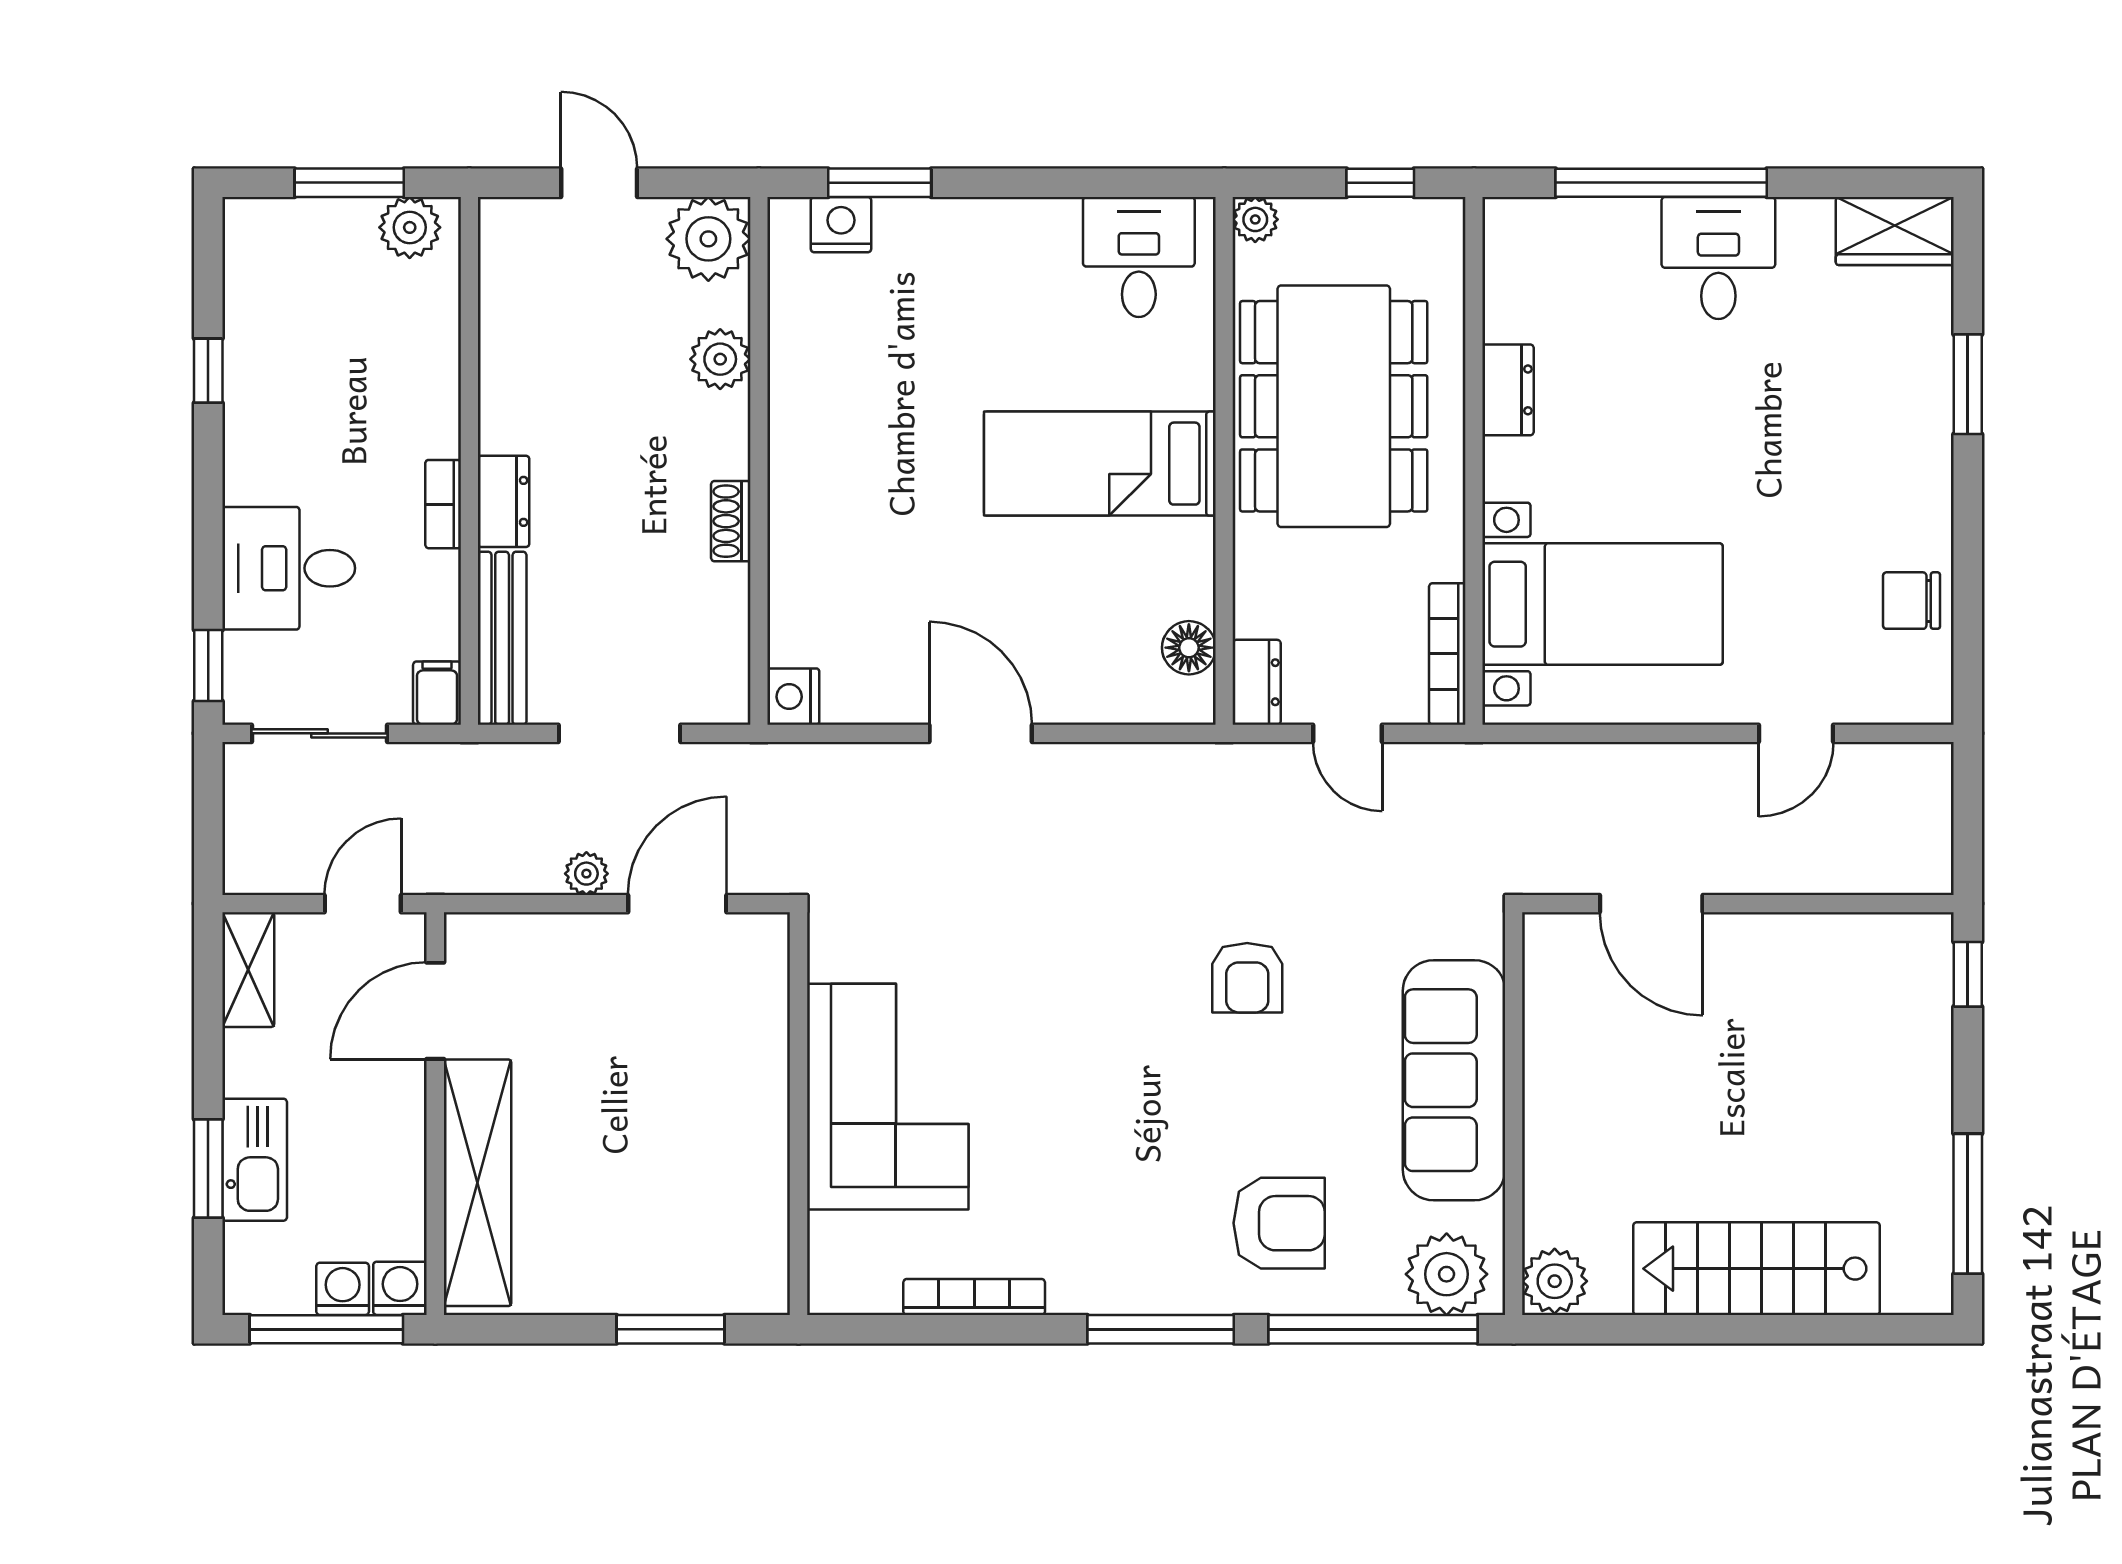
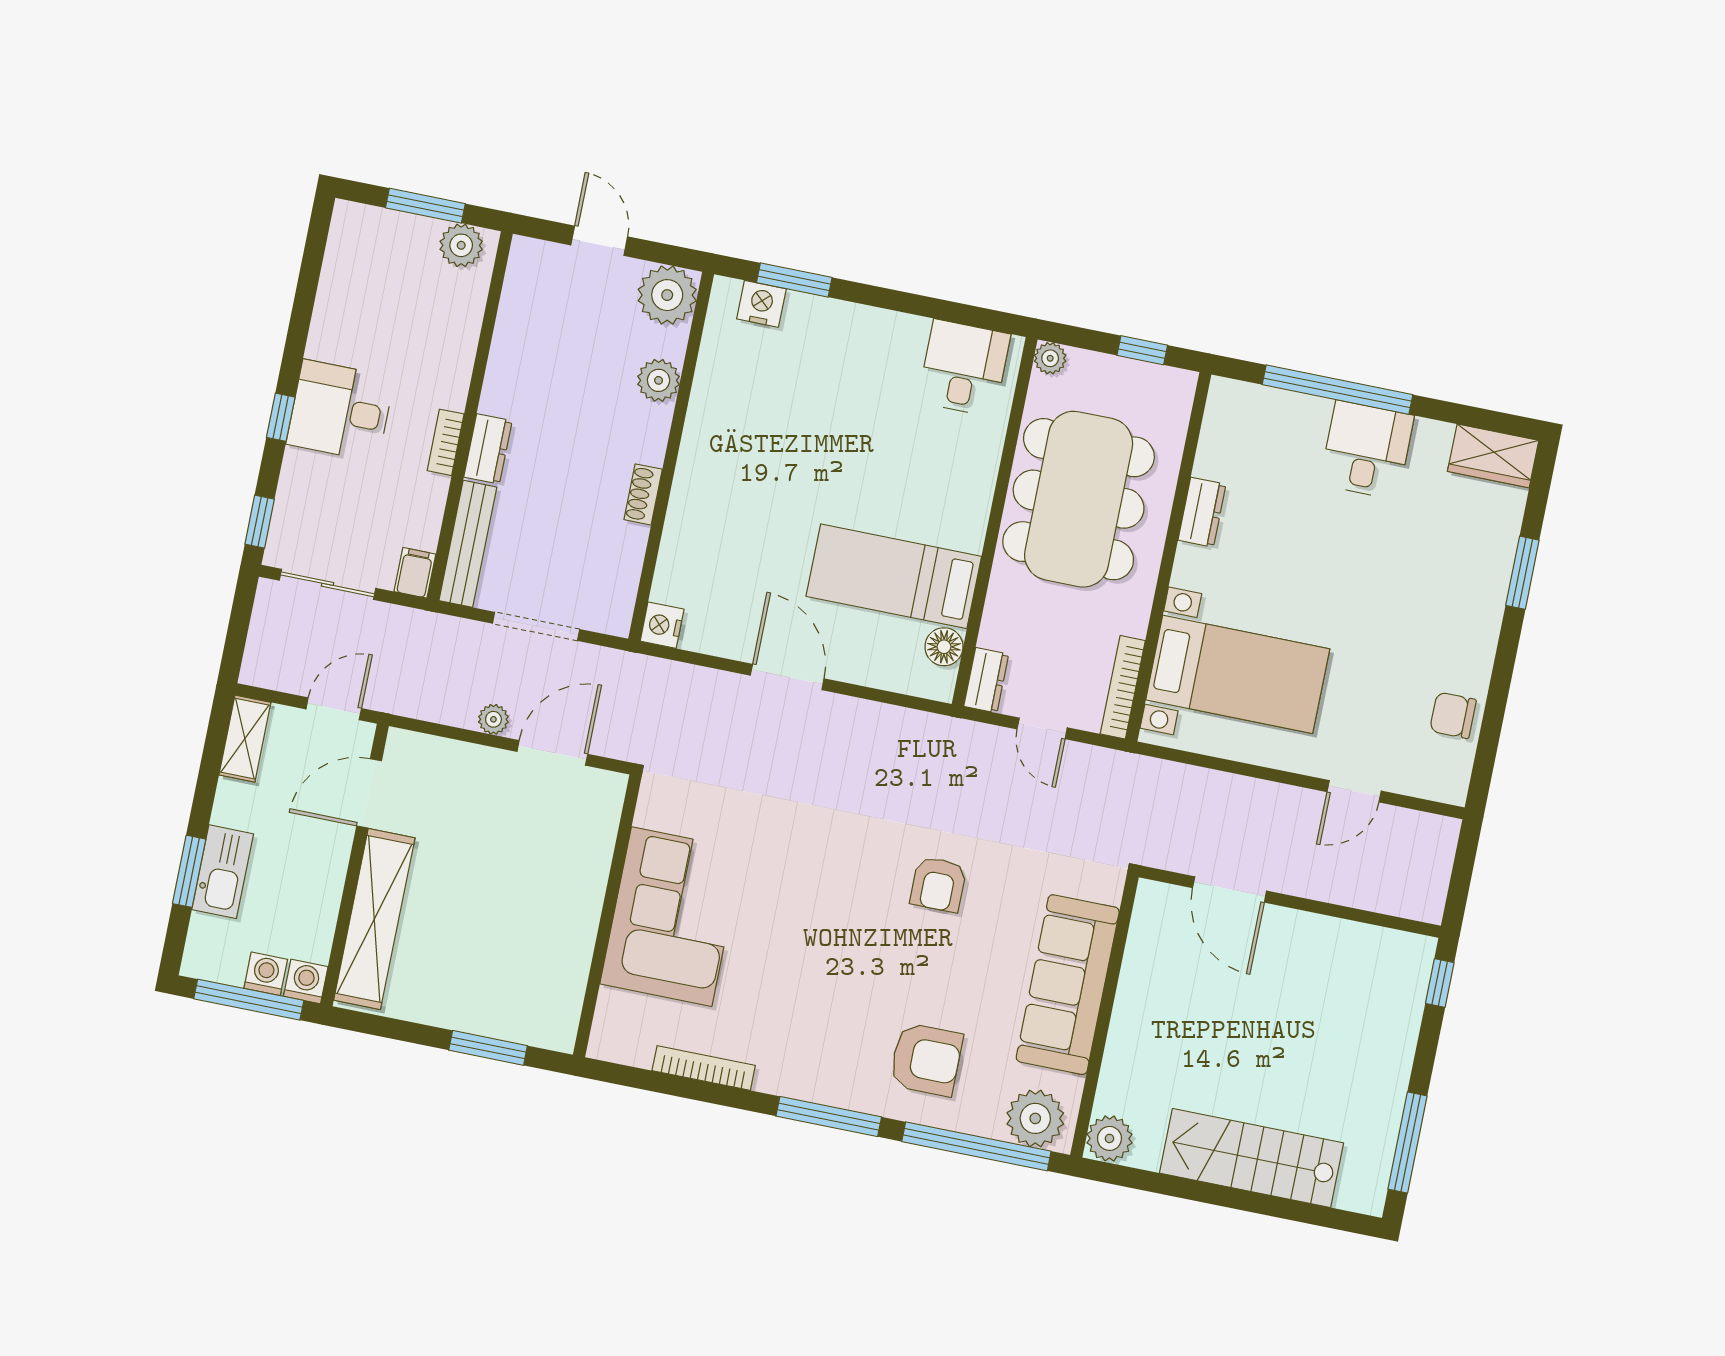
window: (208, 371) -> (281, 417), moved
bed: (1100, 464) -> (894, 576), moved
desk: (289, 568) -> (340, 411), moved

